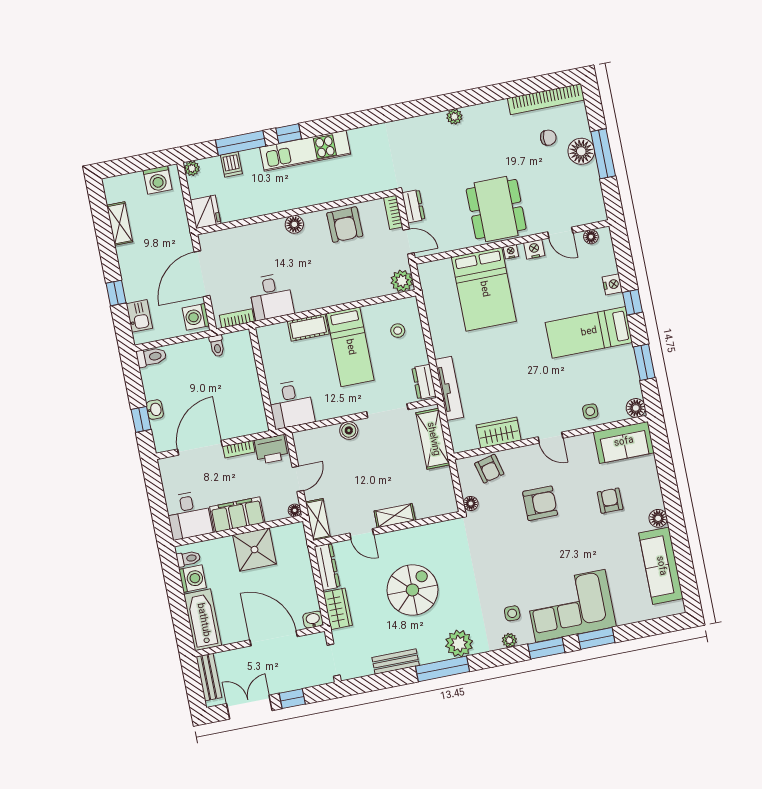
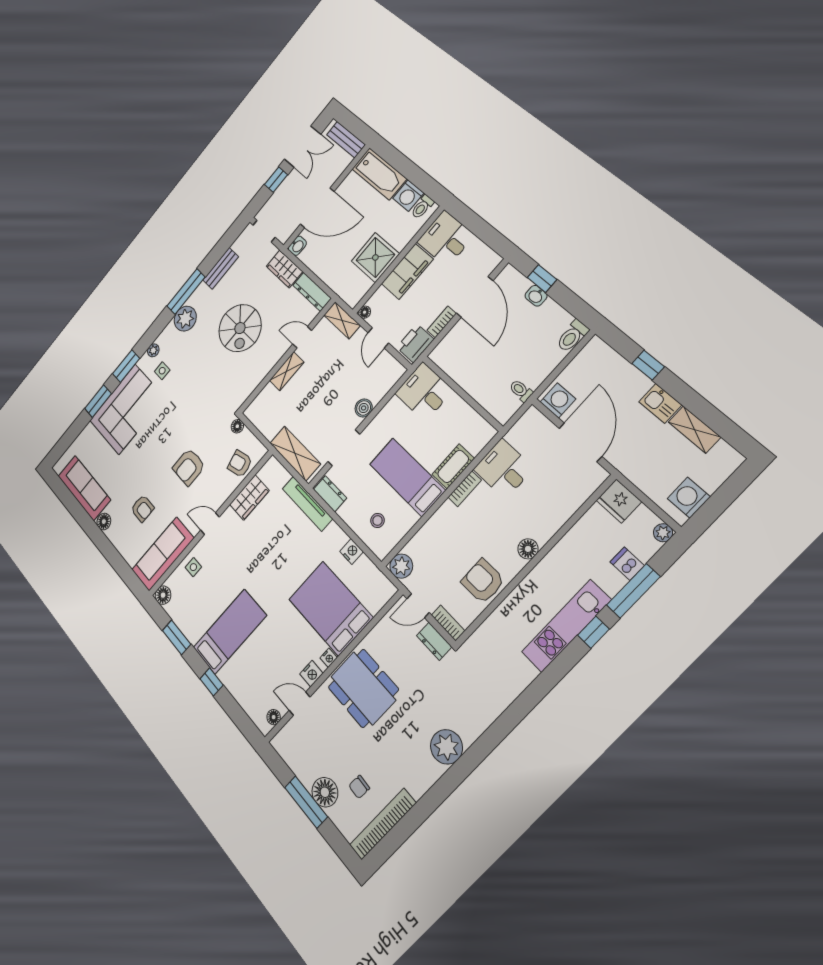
plant: (454, 117) -> (446, 747), width x1.87, depth x1.87
nightstand: (612, 284) -> (352, 552), moved, turned 180
kitchen sink: (139, 316) -> (660, 403), moved
bookcase: (237, 318) -> (465, 489), moved
sofa: (624, 442) -> (163, 554), width x1.36

